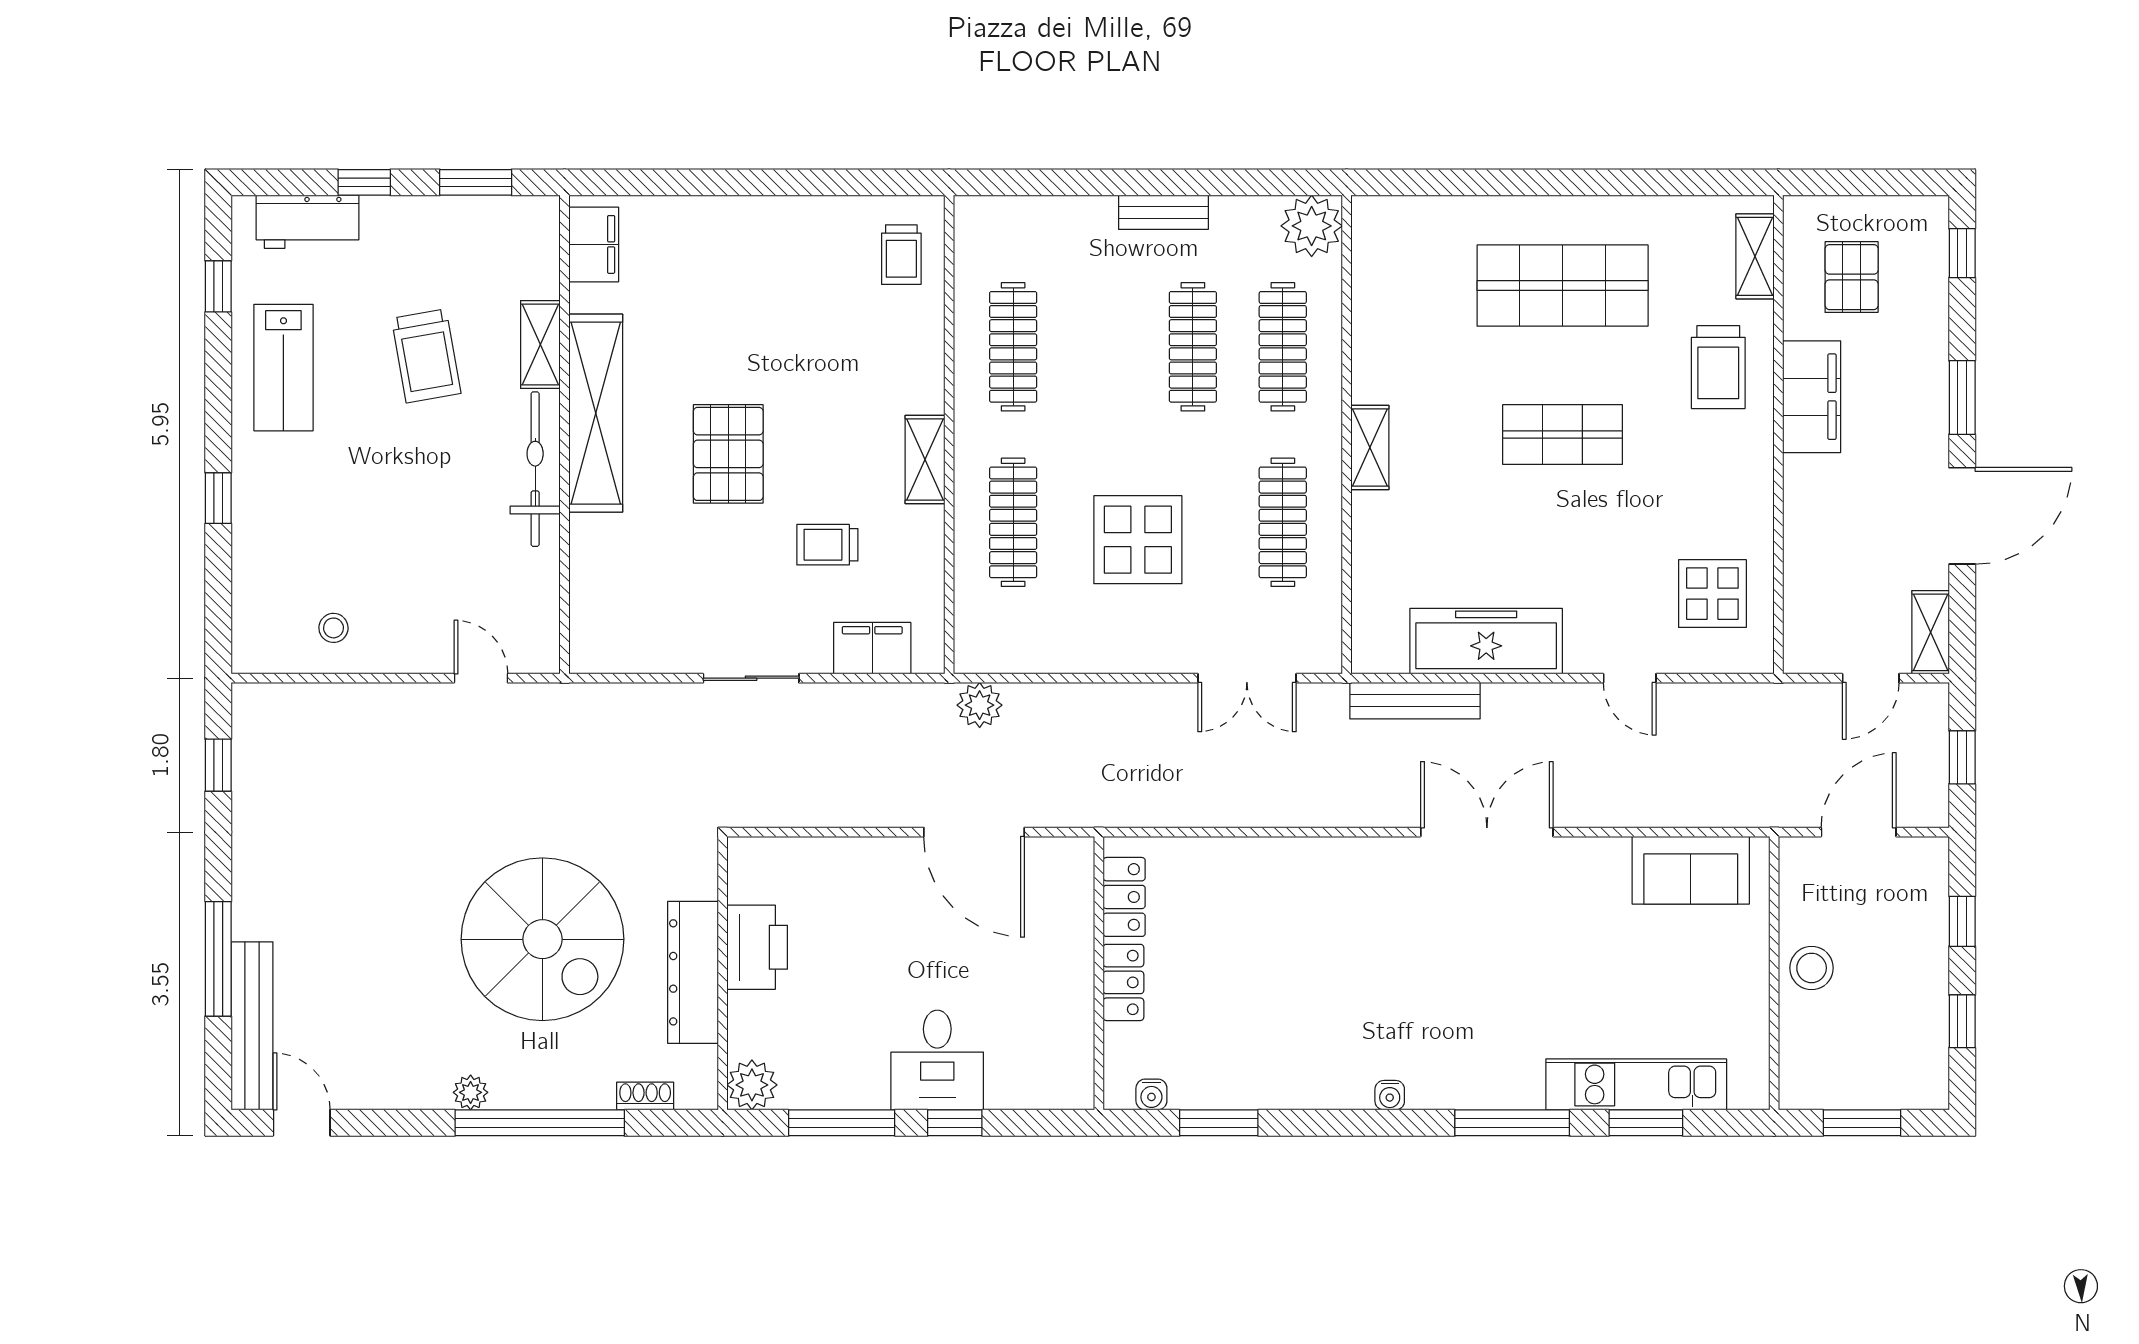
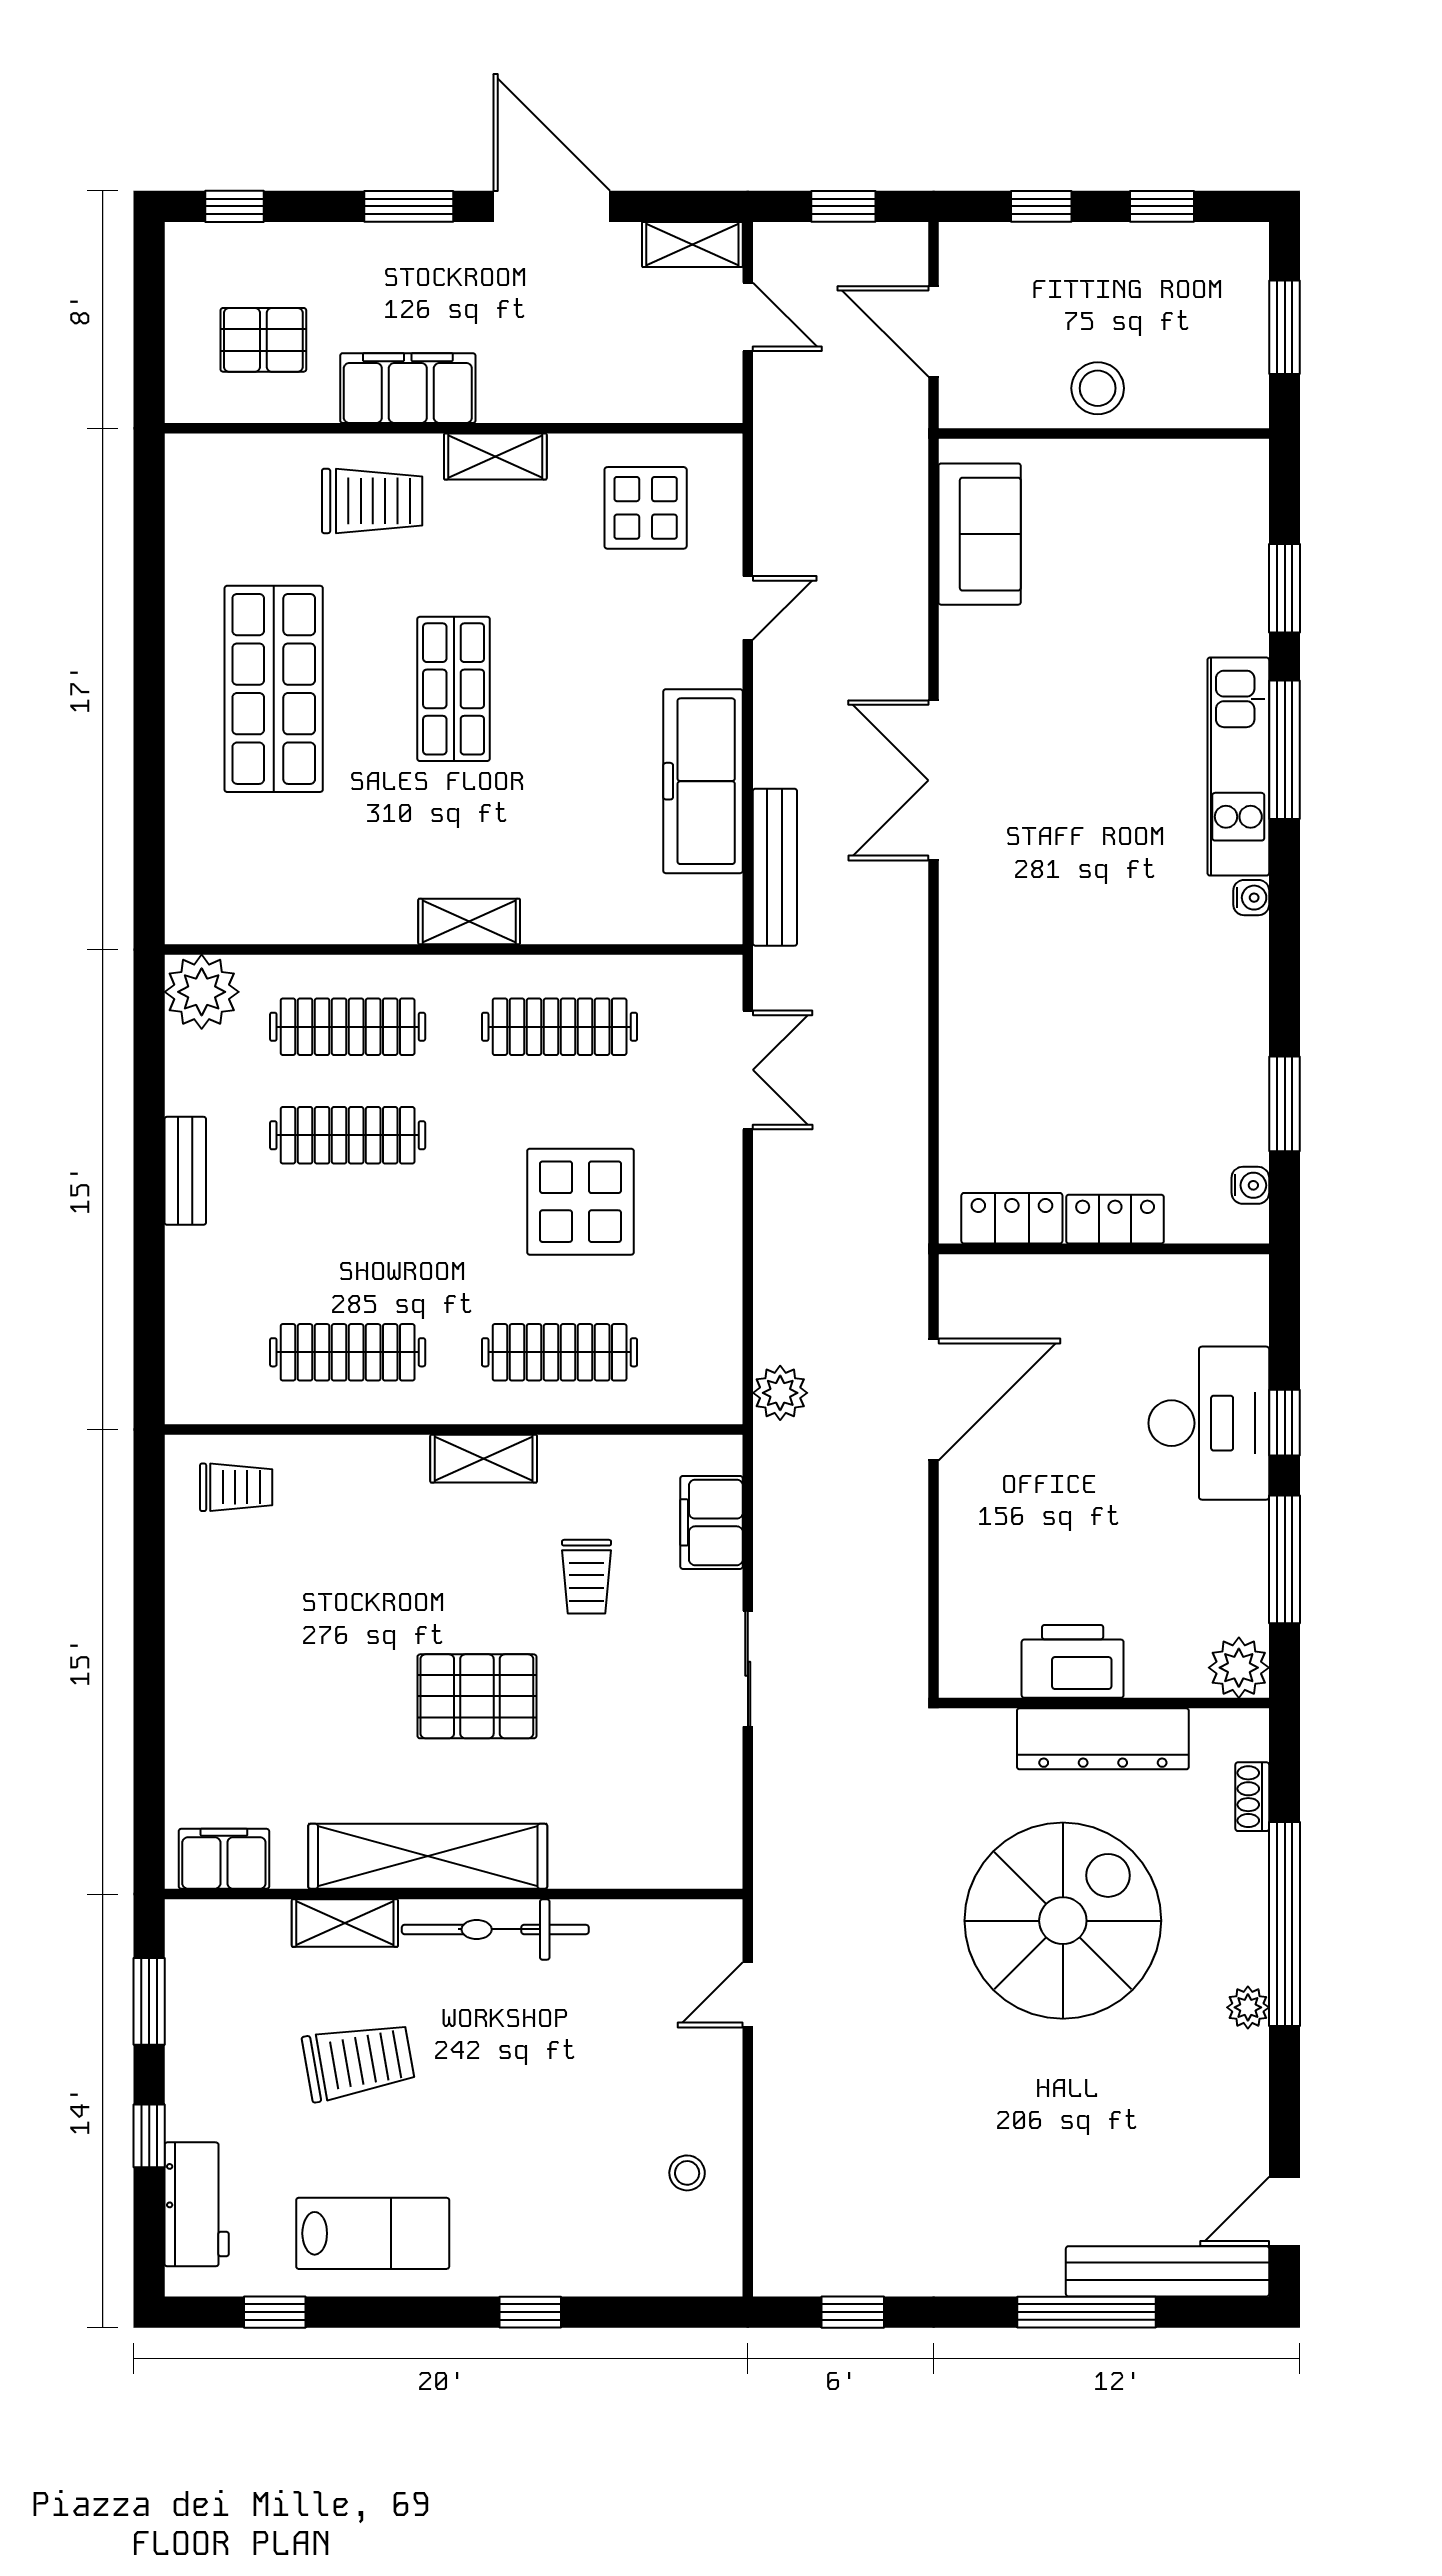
shelving: (1755, 256) -> (495, 456), moved
desk: (937, 1060) -> (1209, 1423), width x1.37
kitchen unit: (1636, 1084) -> (1238, 767), moved

